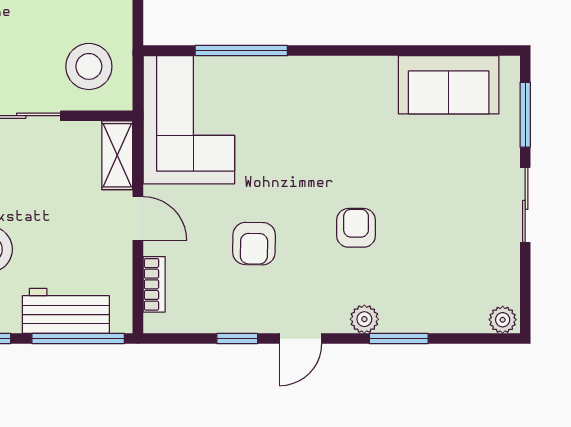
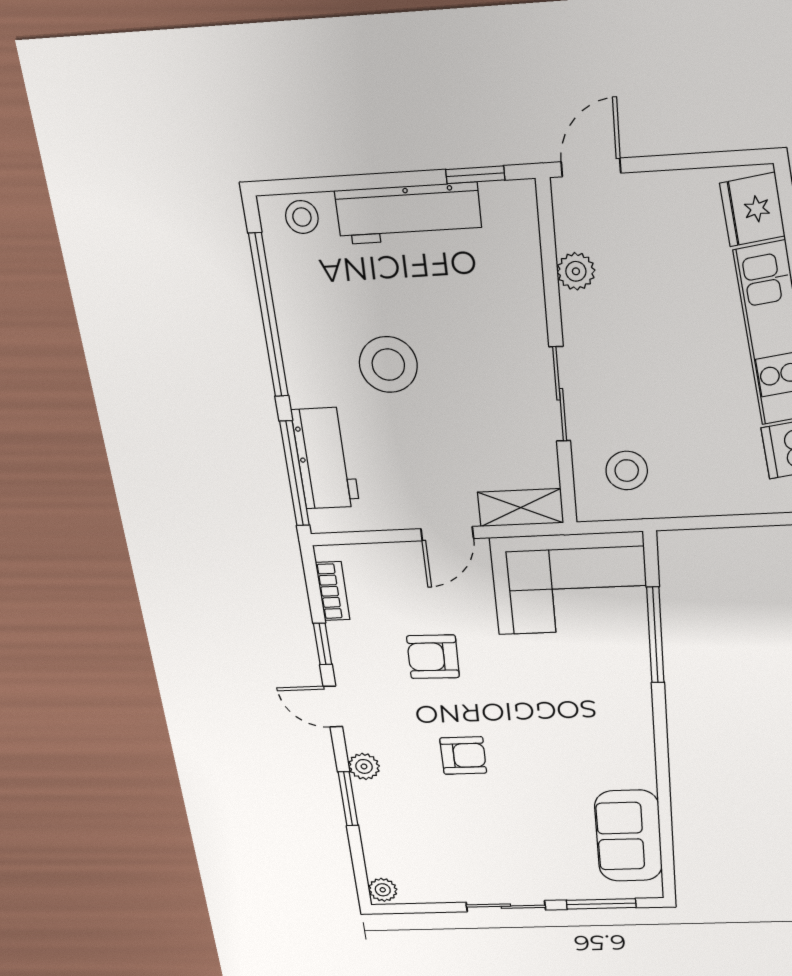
stool: (89, 66) -> (627, 471), width x0.73, depth x0.73
bookcase: (154, 284) -> (333, 591), moved, turned -90

